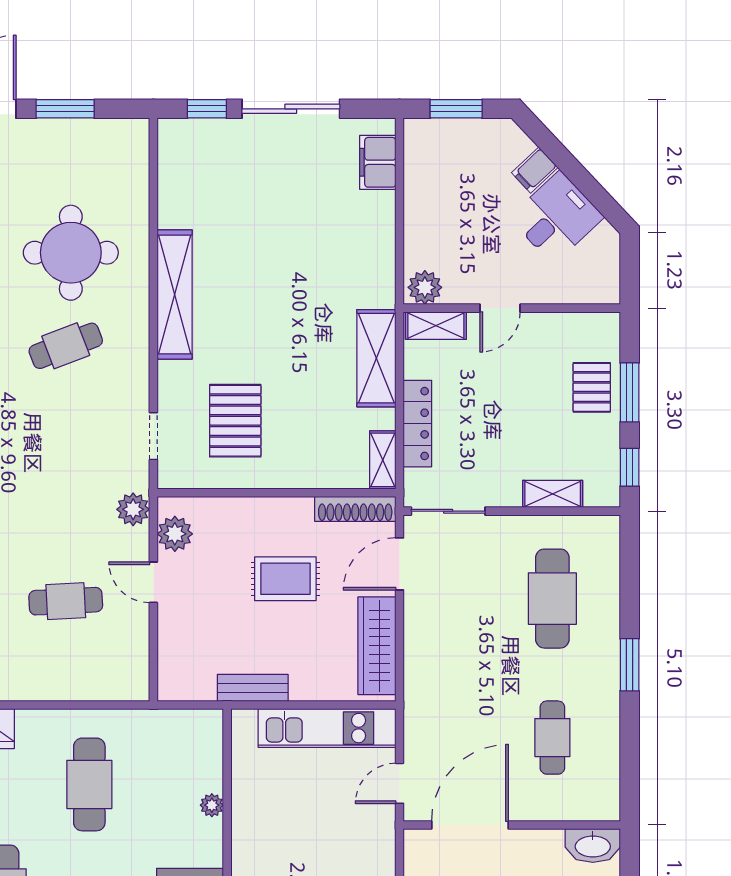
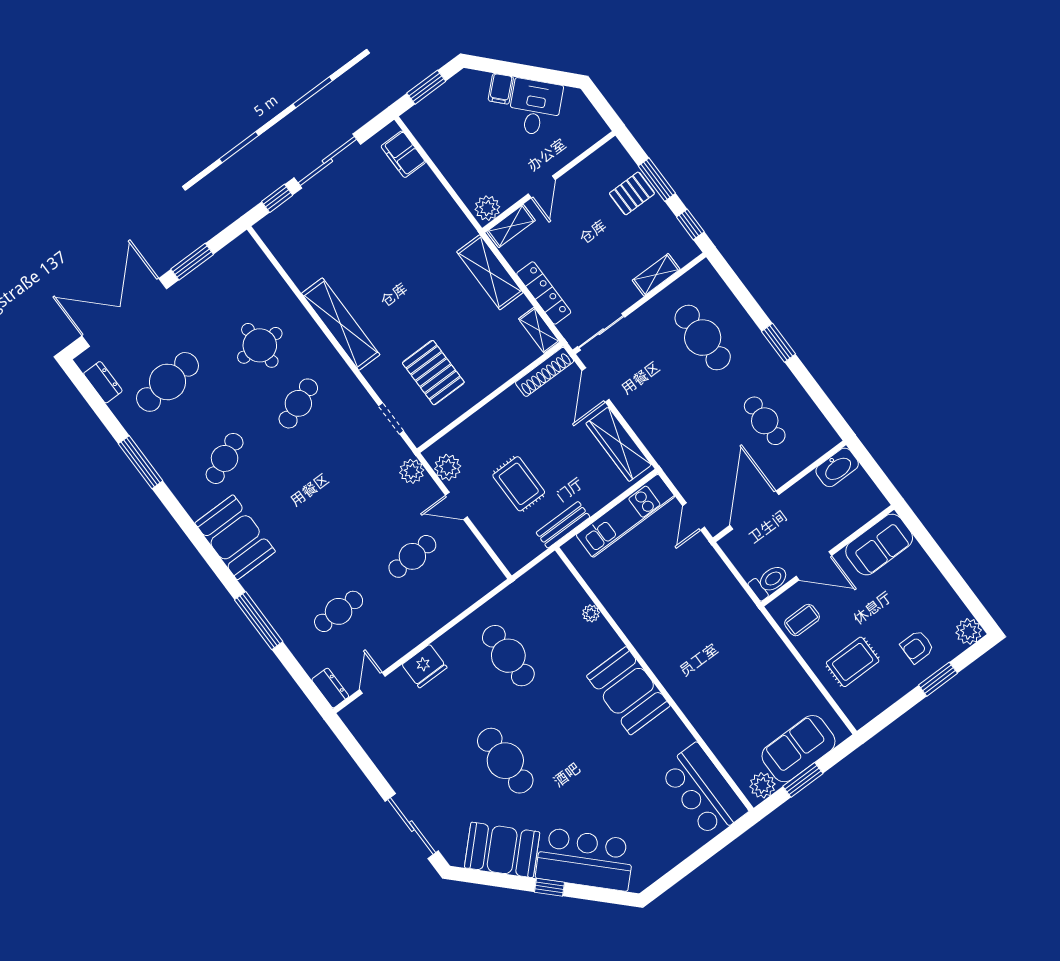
round table: (71, 253) -> (260, 345), width x0.73, depth x0.73
pallet: (592, 387) -> (632, 193), turned 90
rug: (285, 579) -> (519, 484), moved, turned 90

